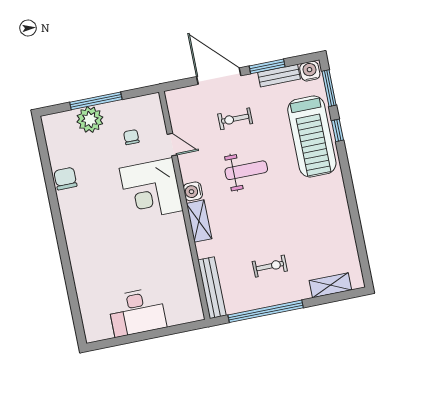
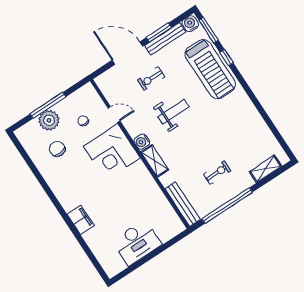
bench: (279, 76) -> (165, 39), width x1.36
chair: (65, 179) -> (57, 149), moved
filing cabinet: (80, 257) -> (81, 220), added

